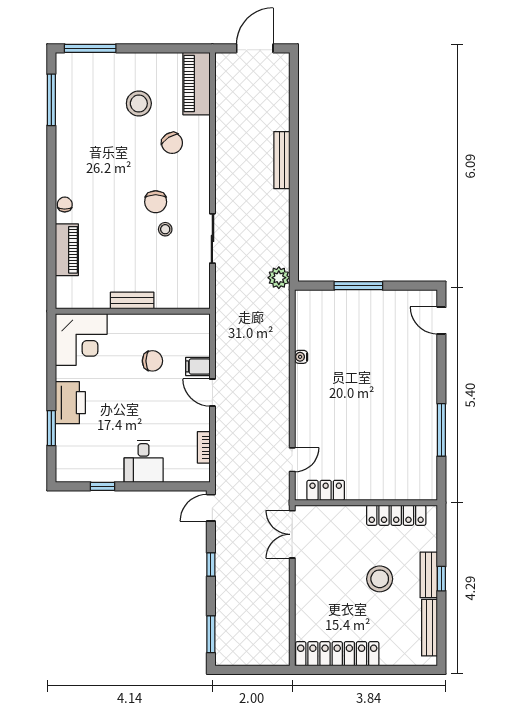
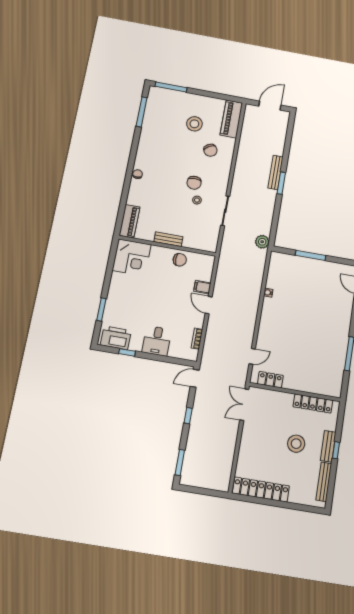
window: (294, 176) -> (281, 183), added
piano: (67, 250) -> (129, 221), moved
chair: (152, 361) -> (180, 260), moved
printer: (70, 403) -> (116, 338), moved, turned -90

